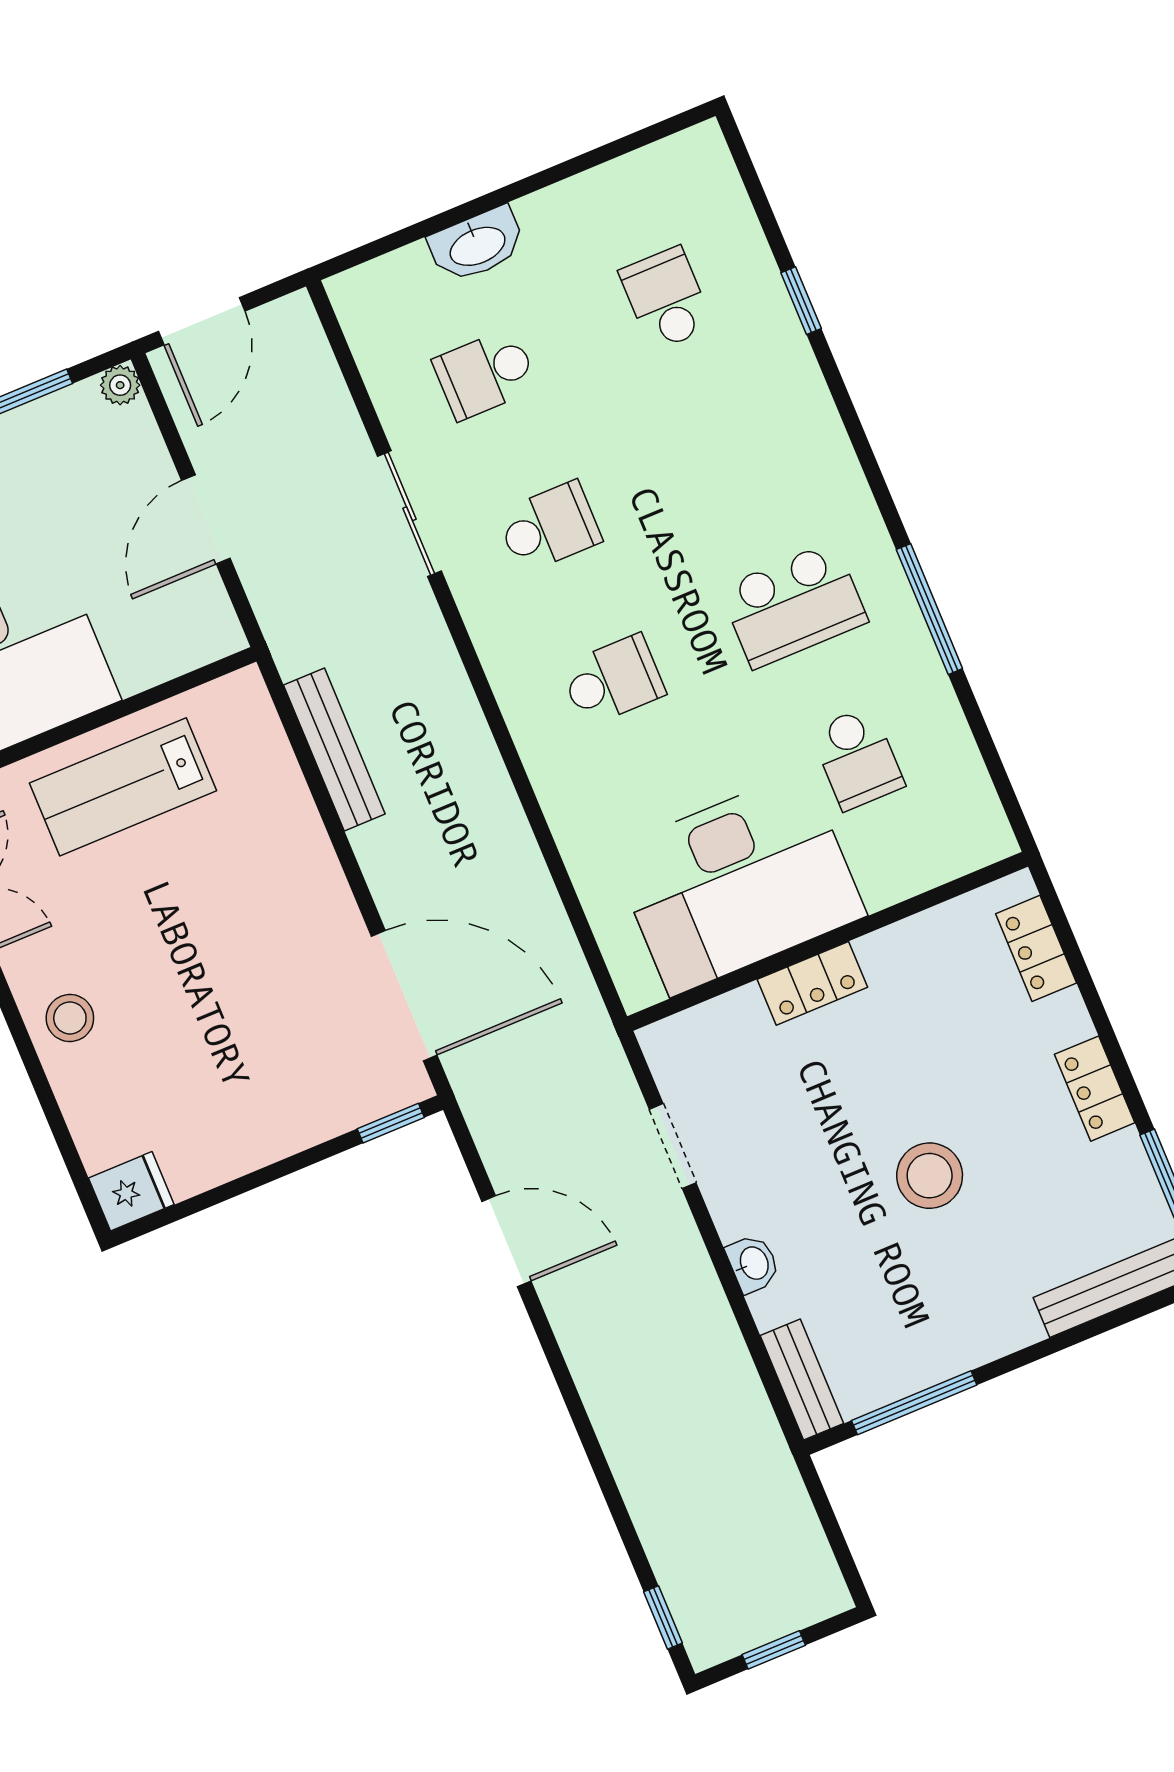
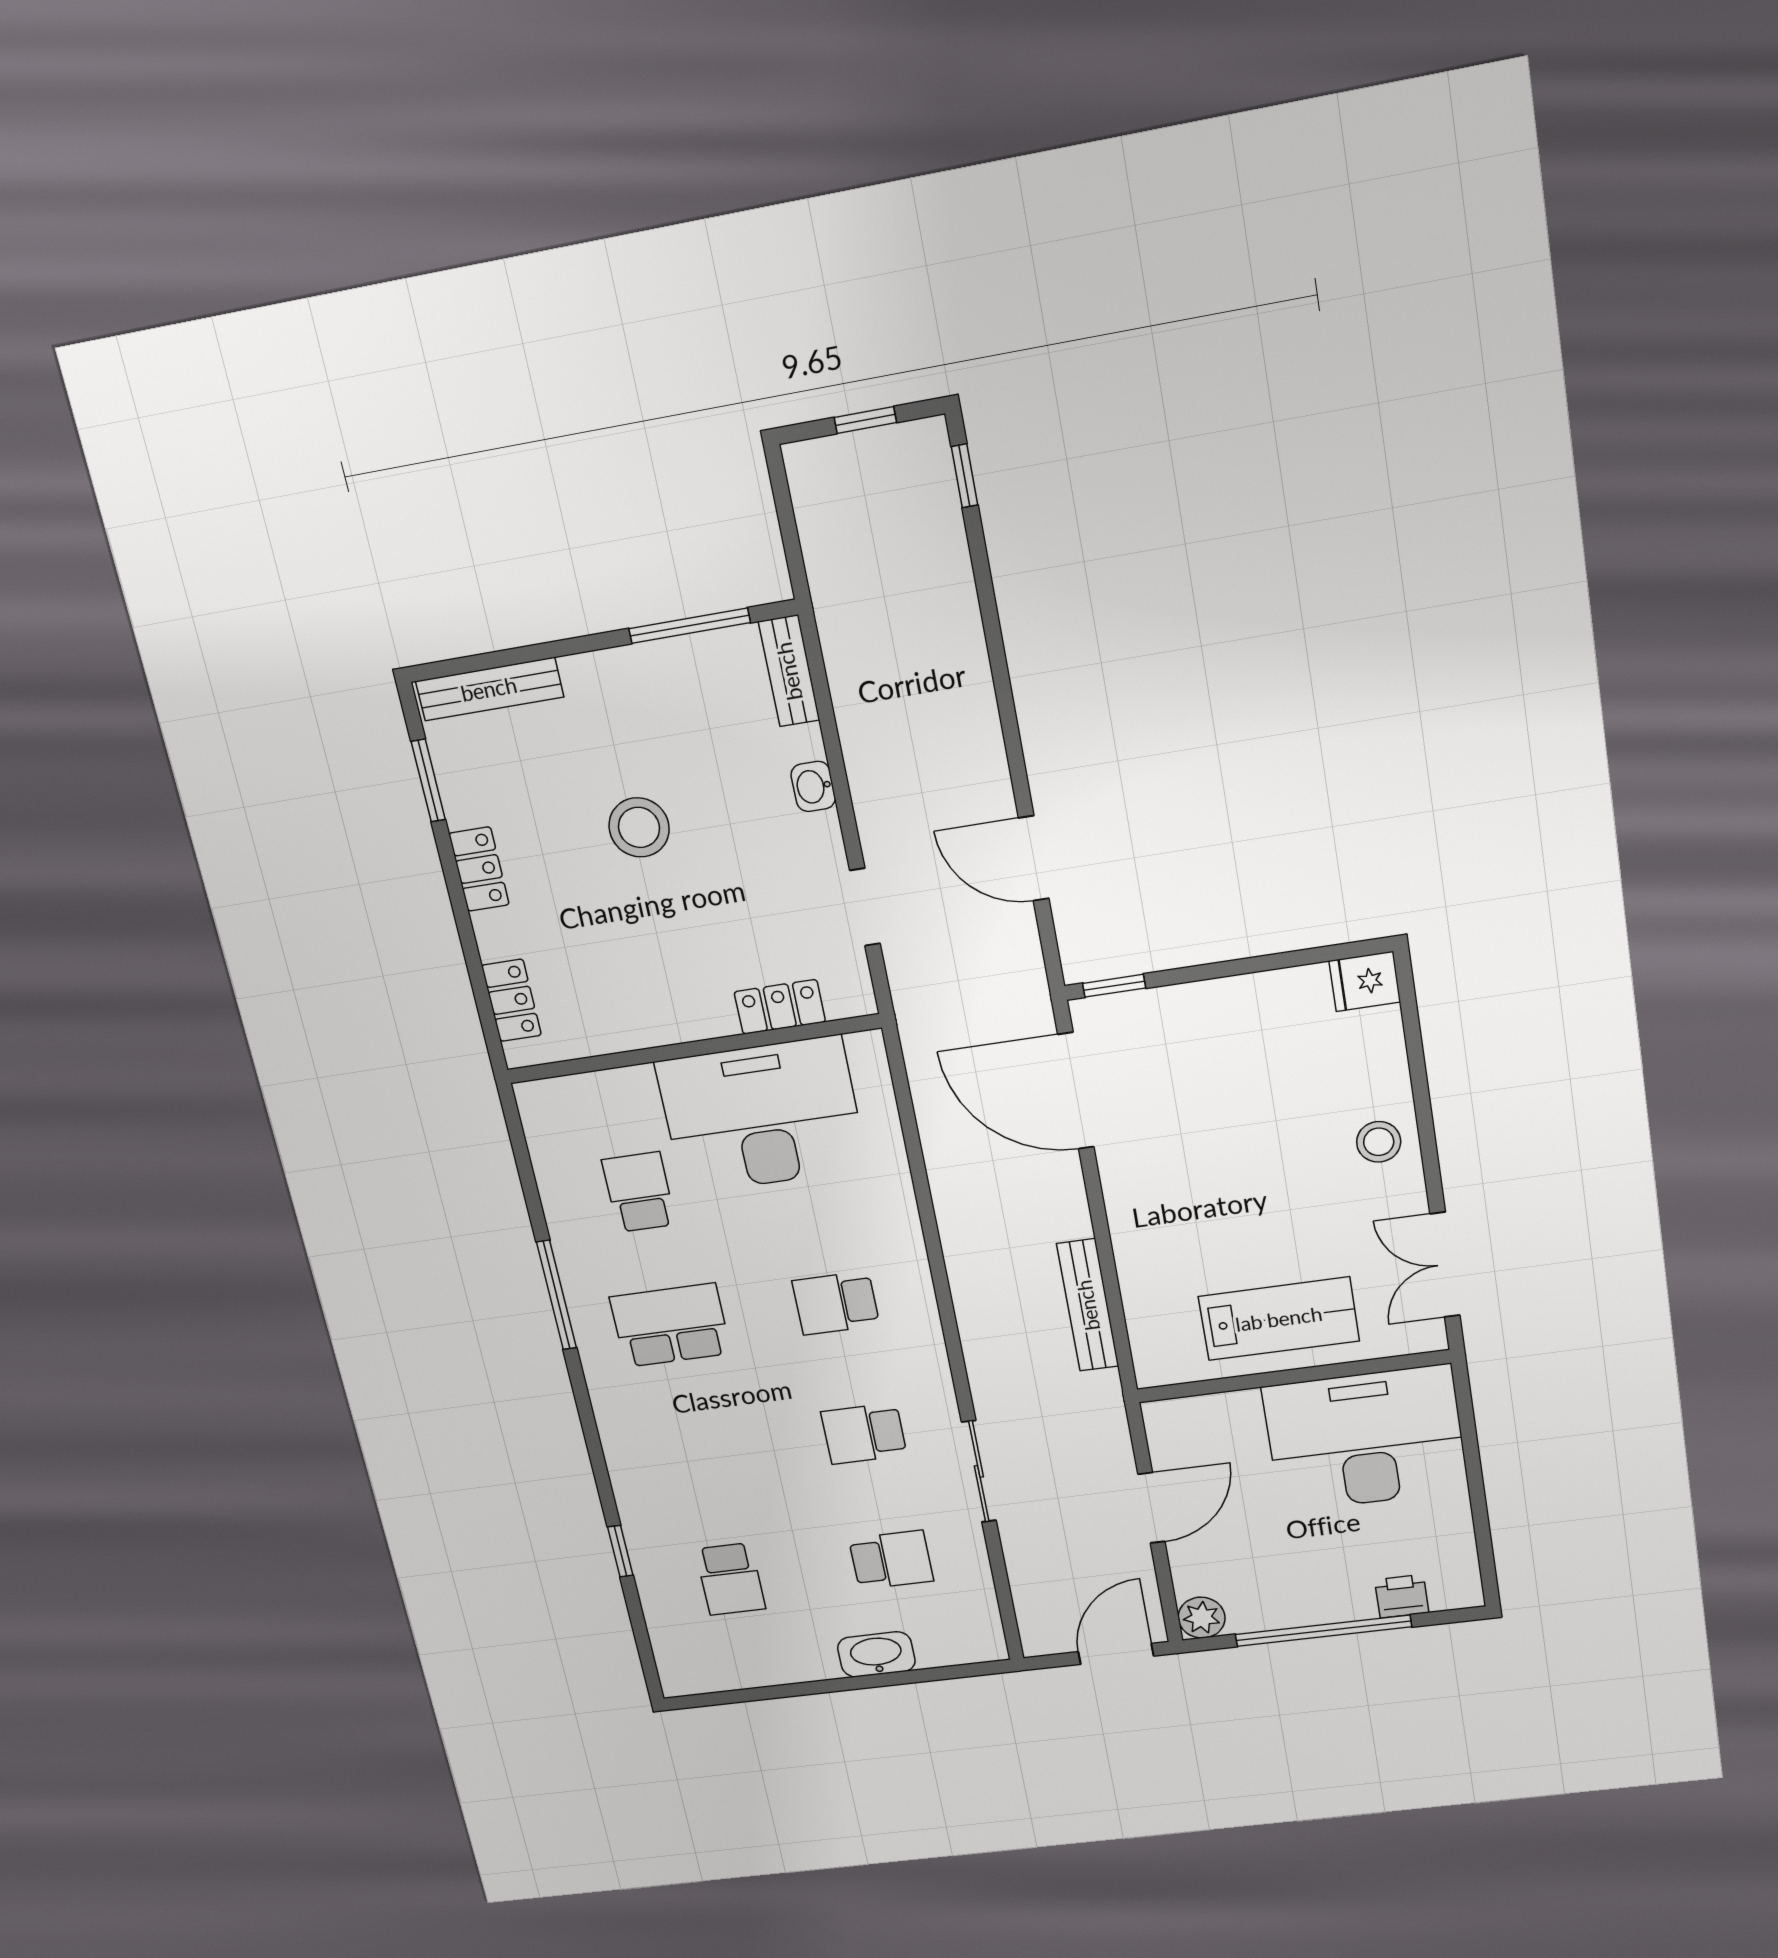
plant: (120, 385) -> (1202, 1618), width x1.38, depth x1.38
locker: (812, 983) -> (780, 1007), moved

